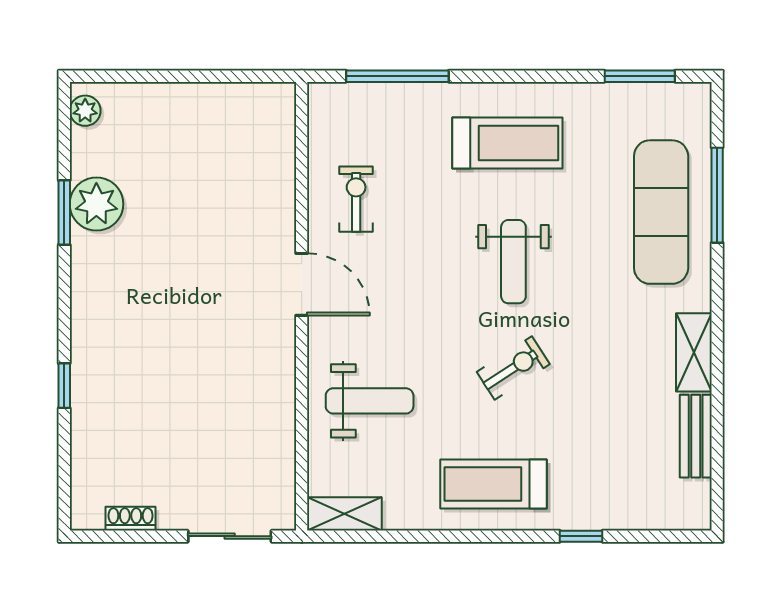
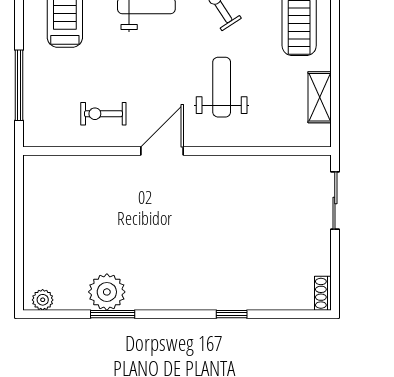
weight bench: (370, 401) -> (222, 87), moved
shelving: (344, 514) -> (320, 97), moved
shoe rack: (131, 519) -> (323, 293), moved

